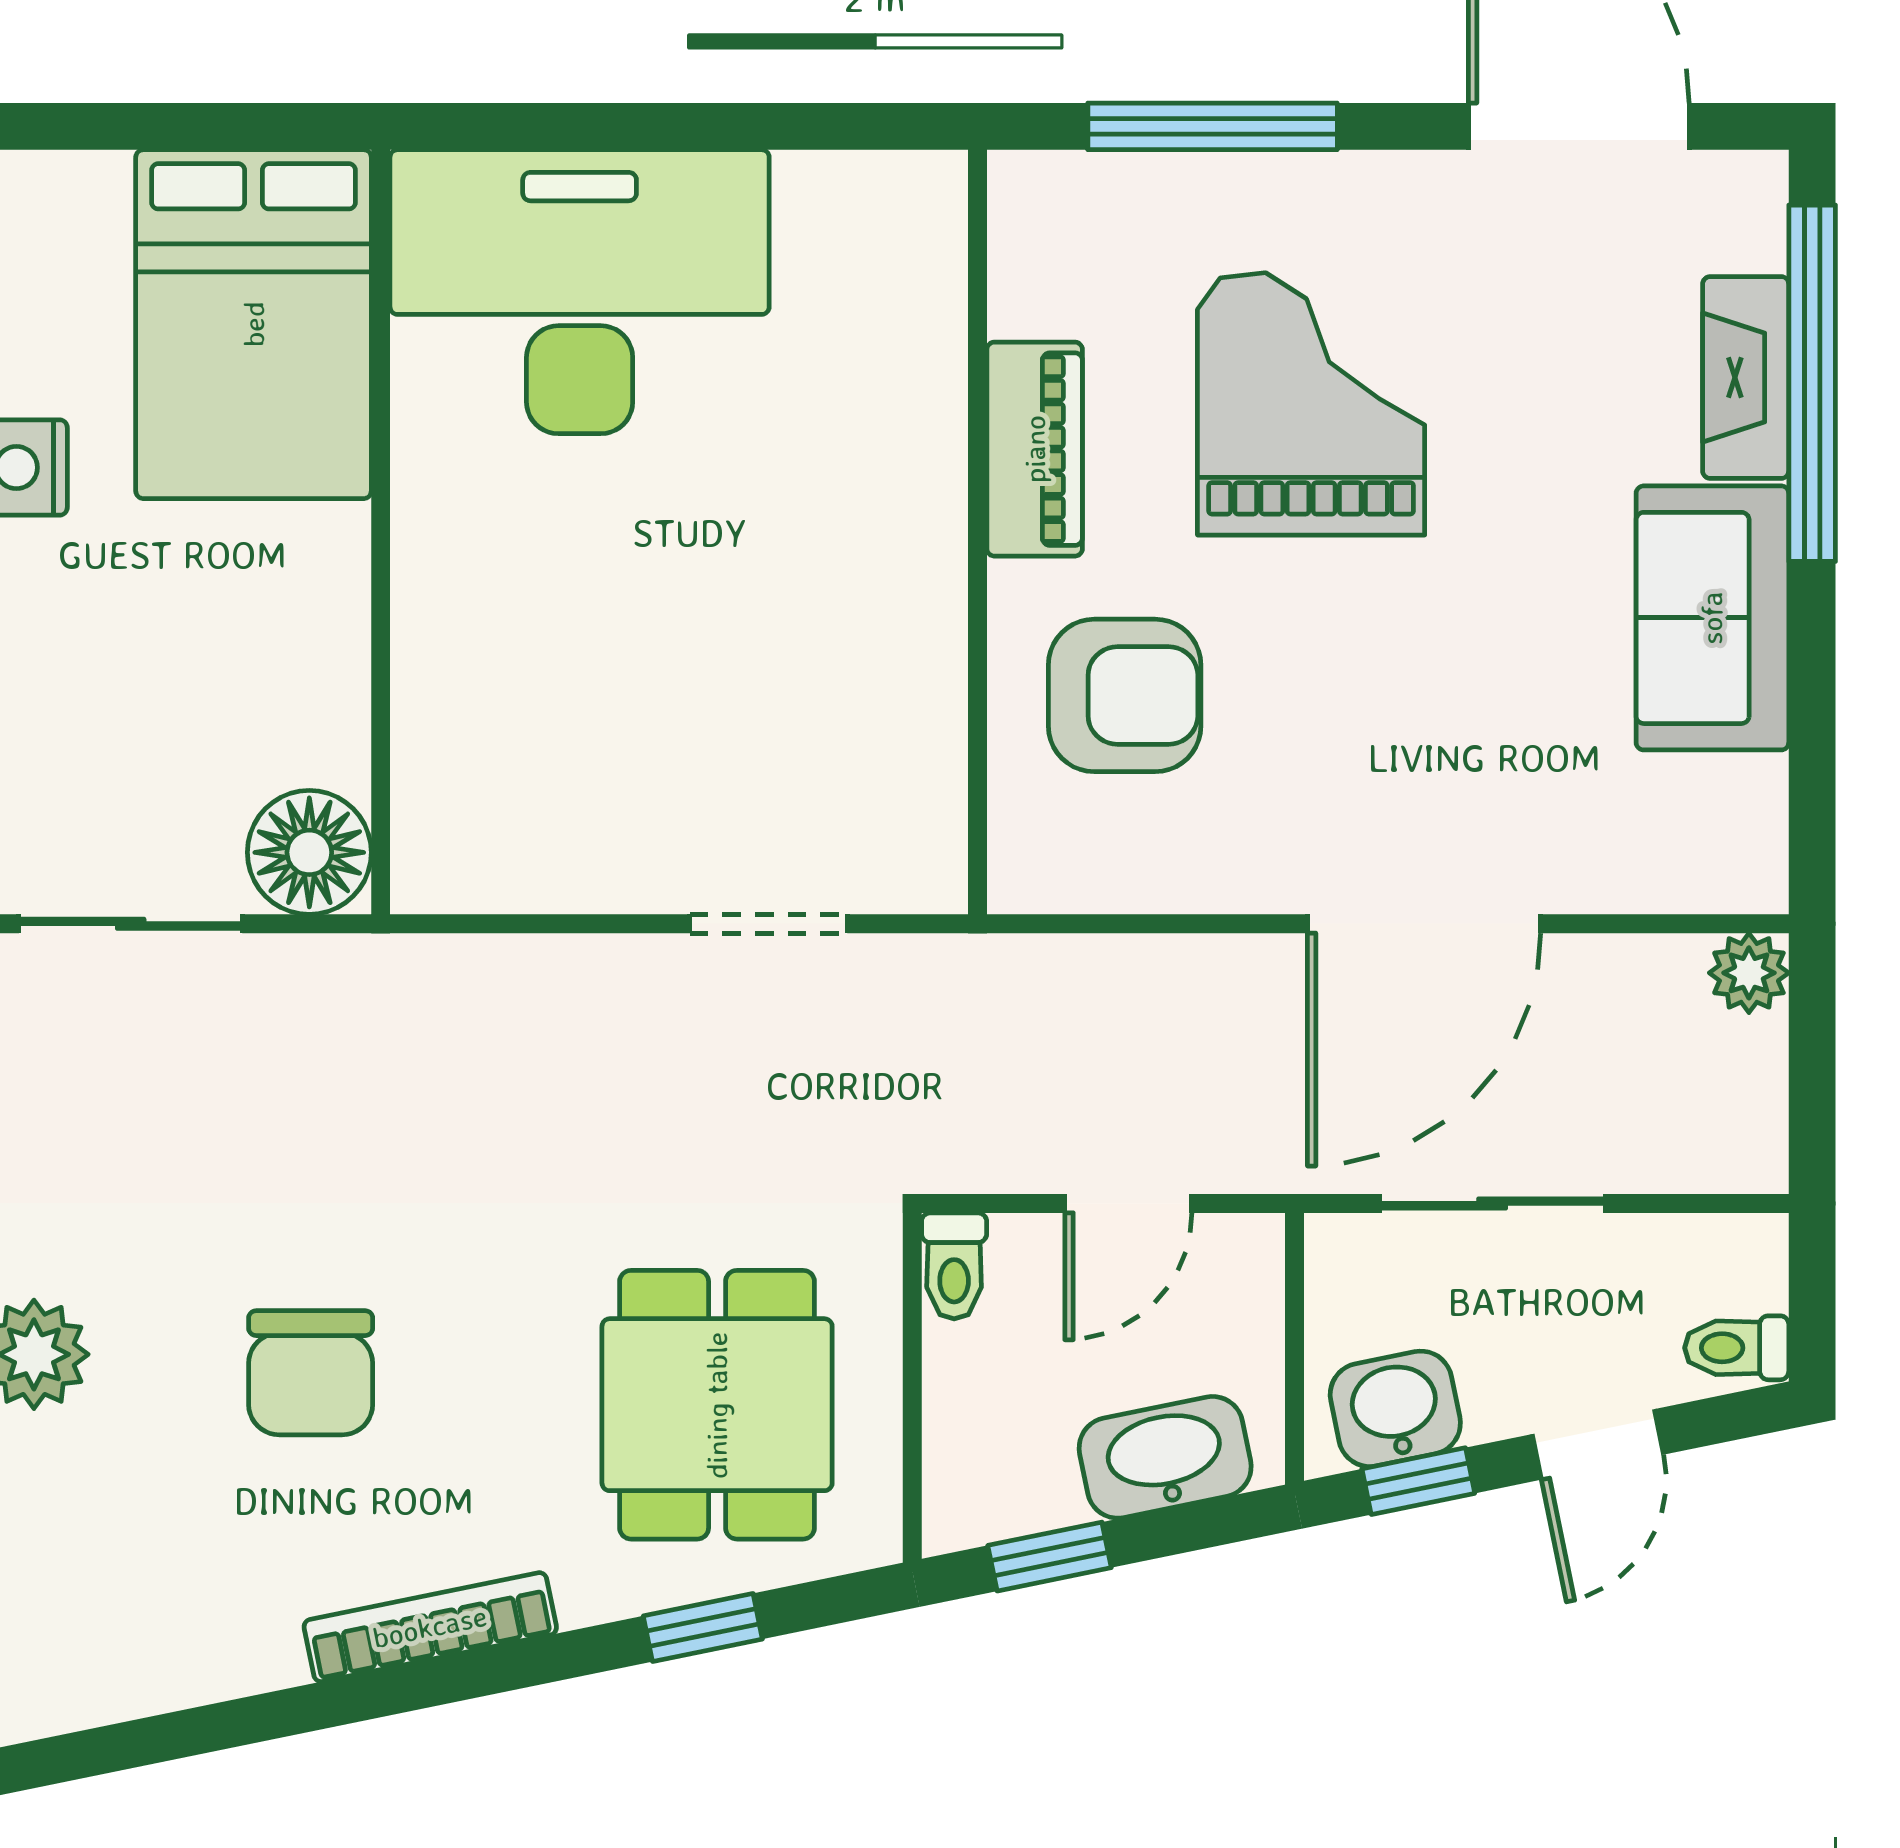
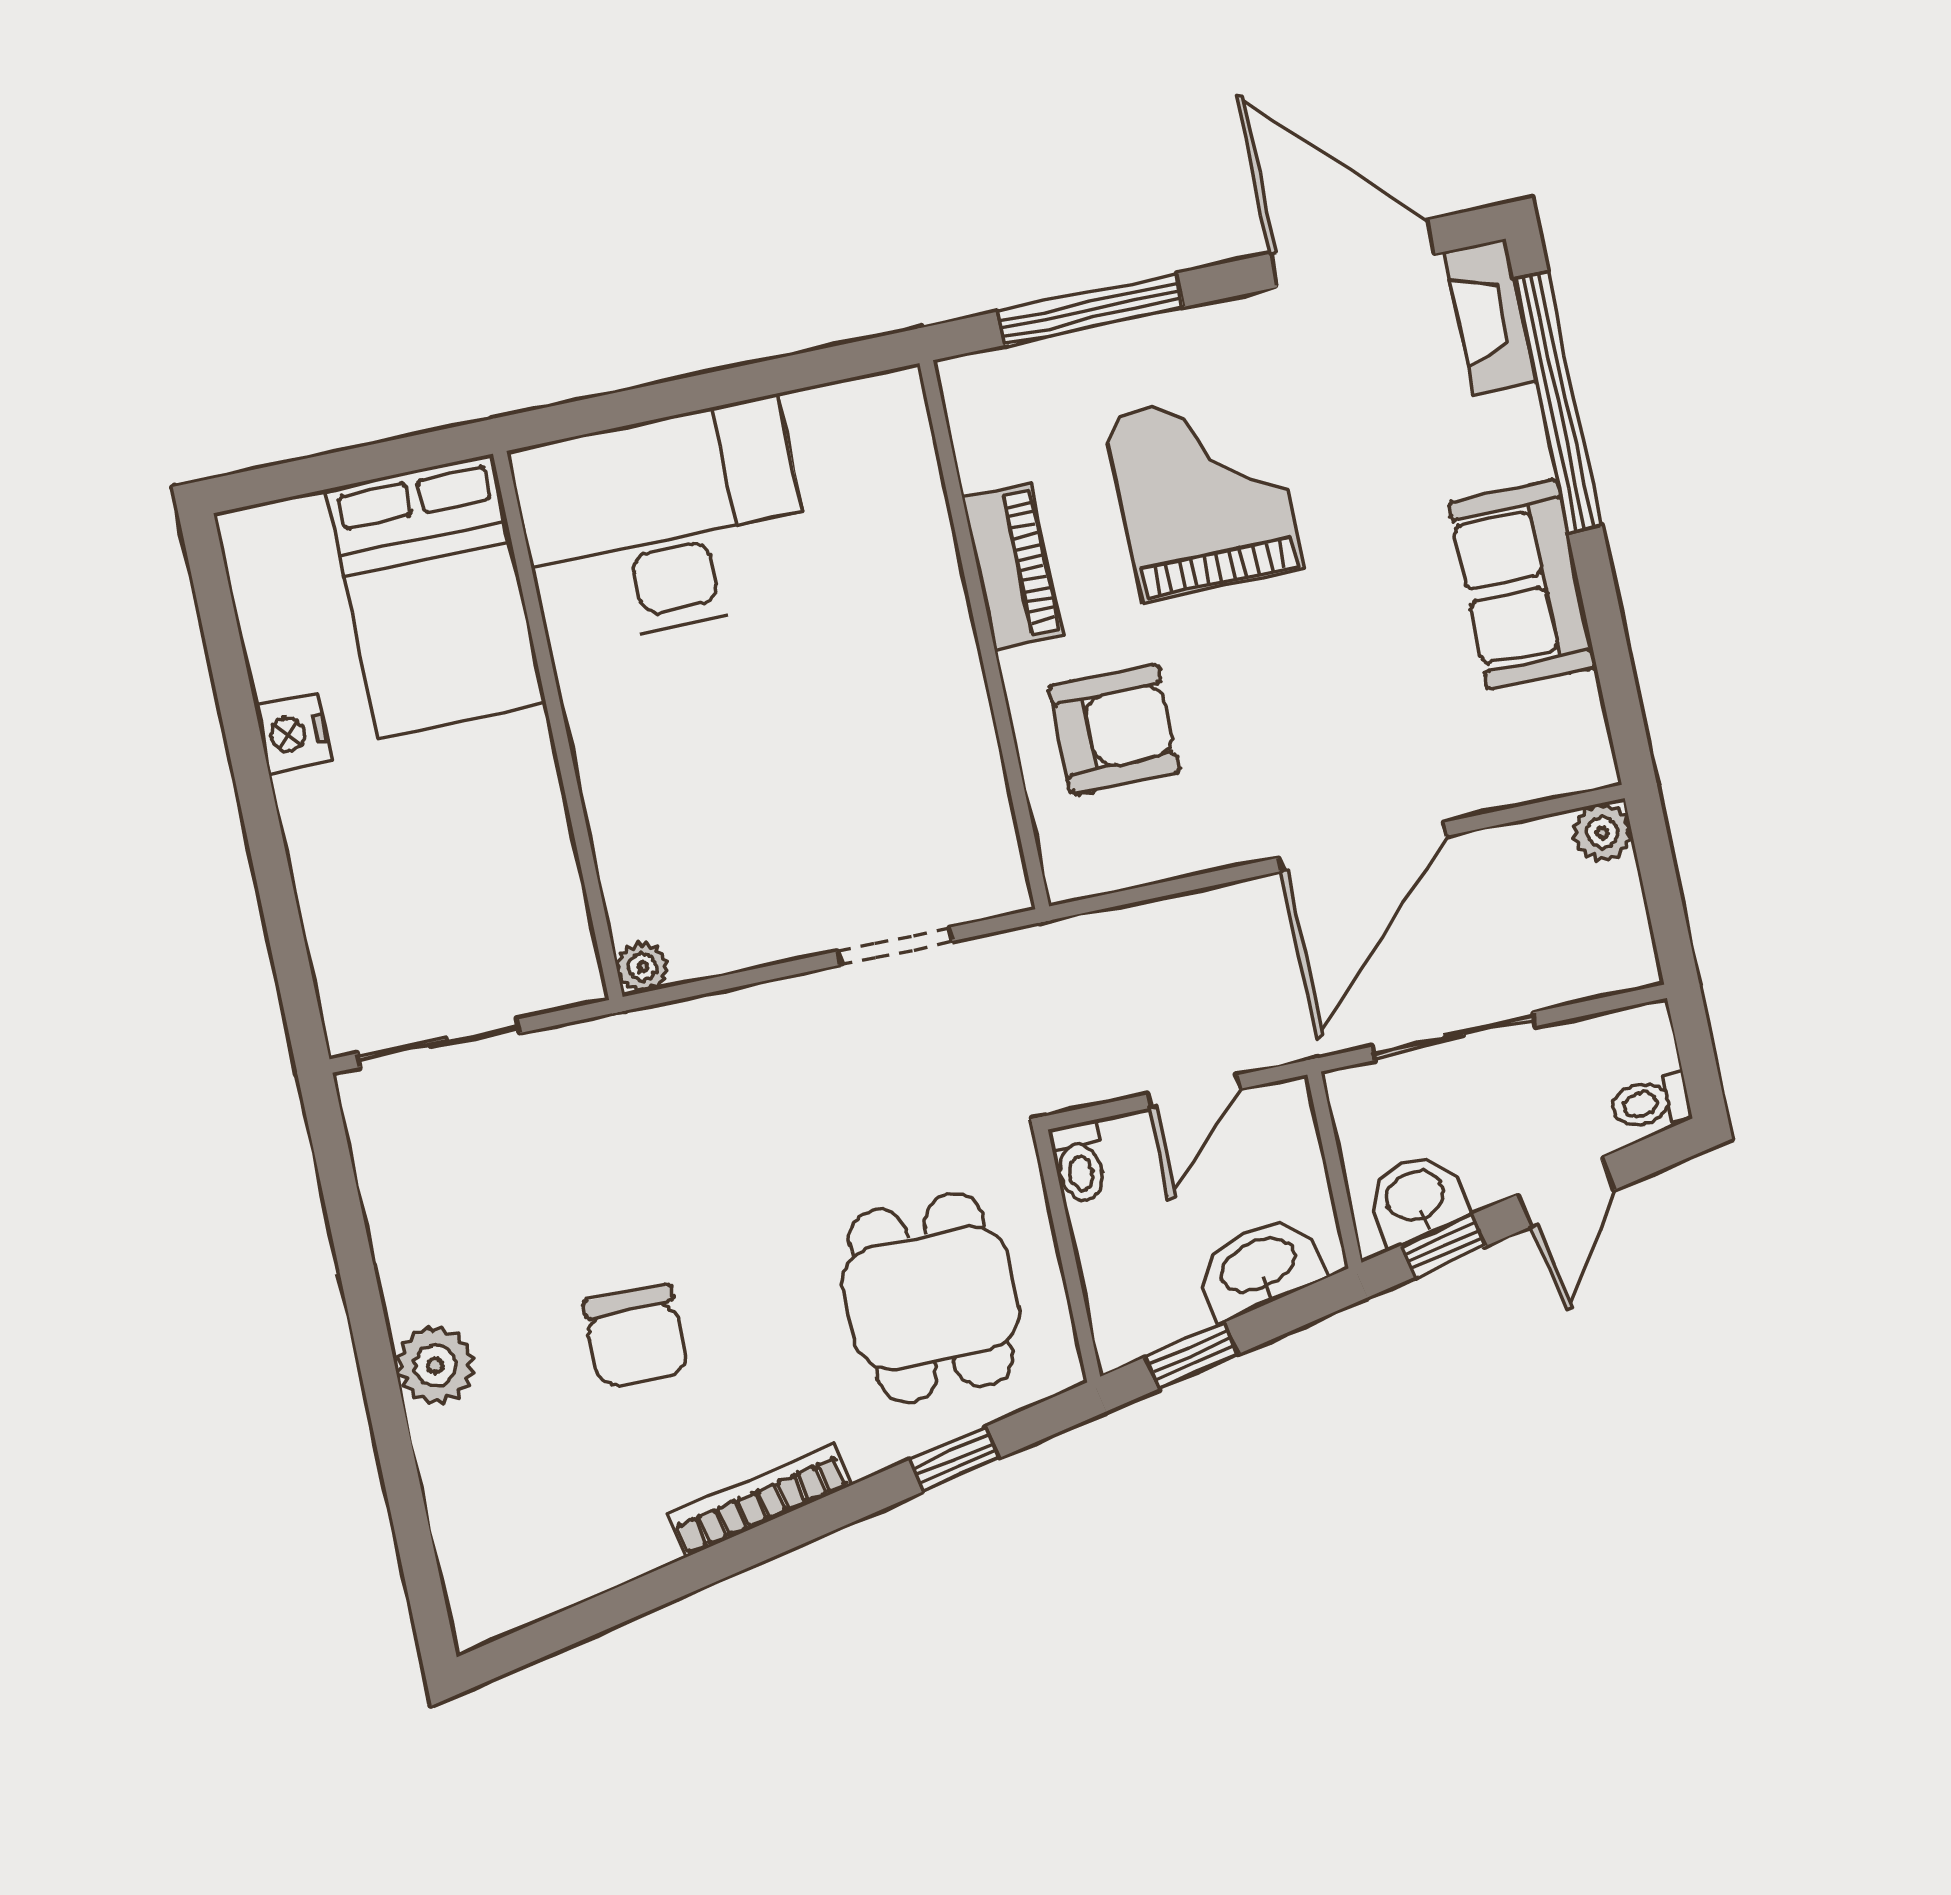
fireplace: (1746, 377) -> (1490, 317), moved
floor lamp: (309, 852) -> (556, 965), removed
plant: (425, 879) -> (642, 967), added

